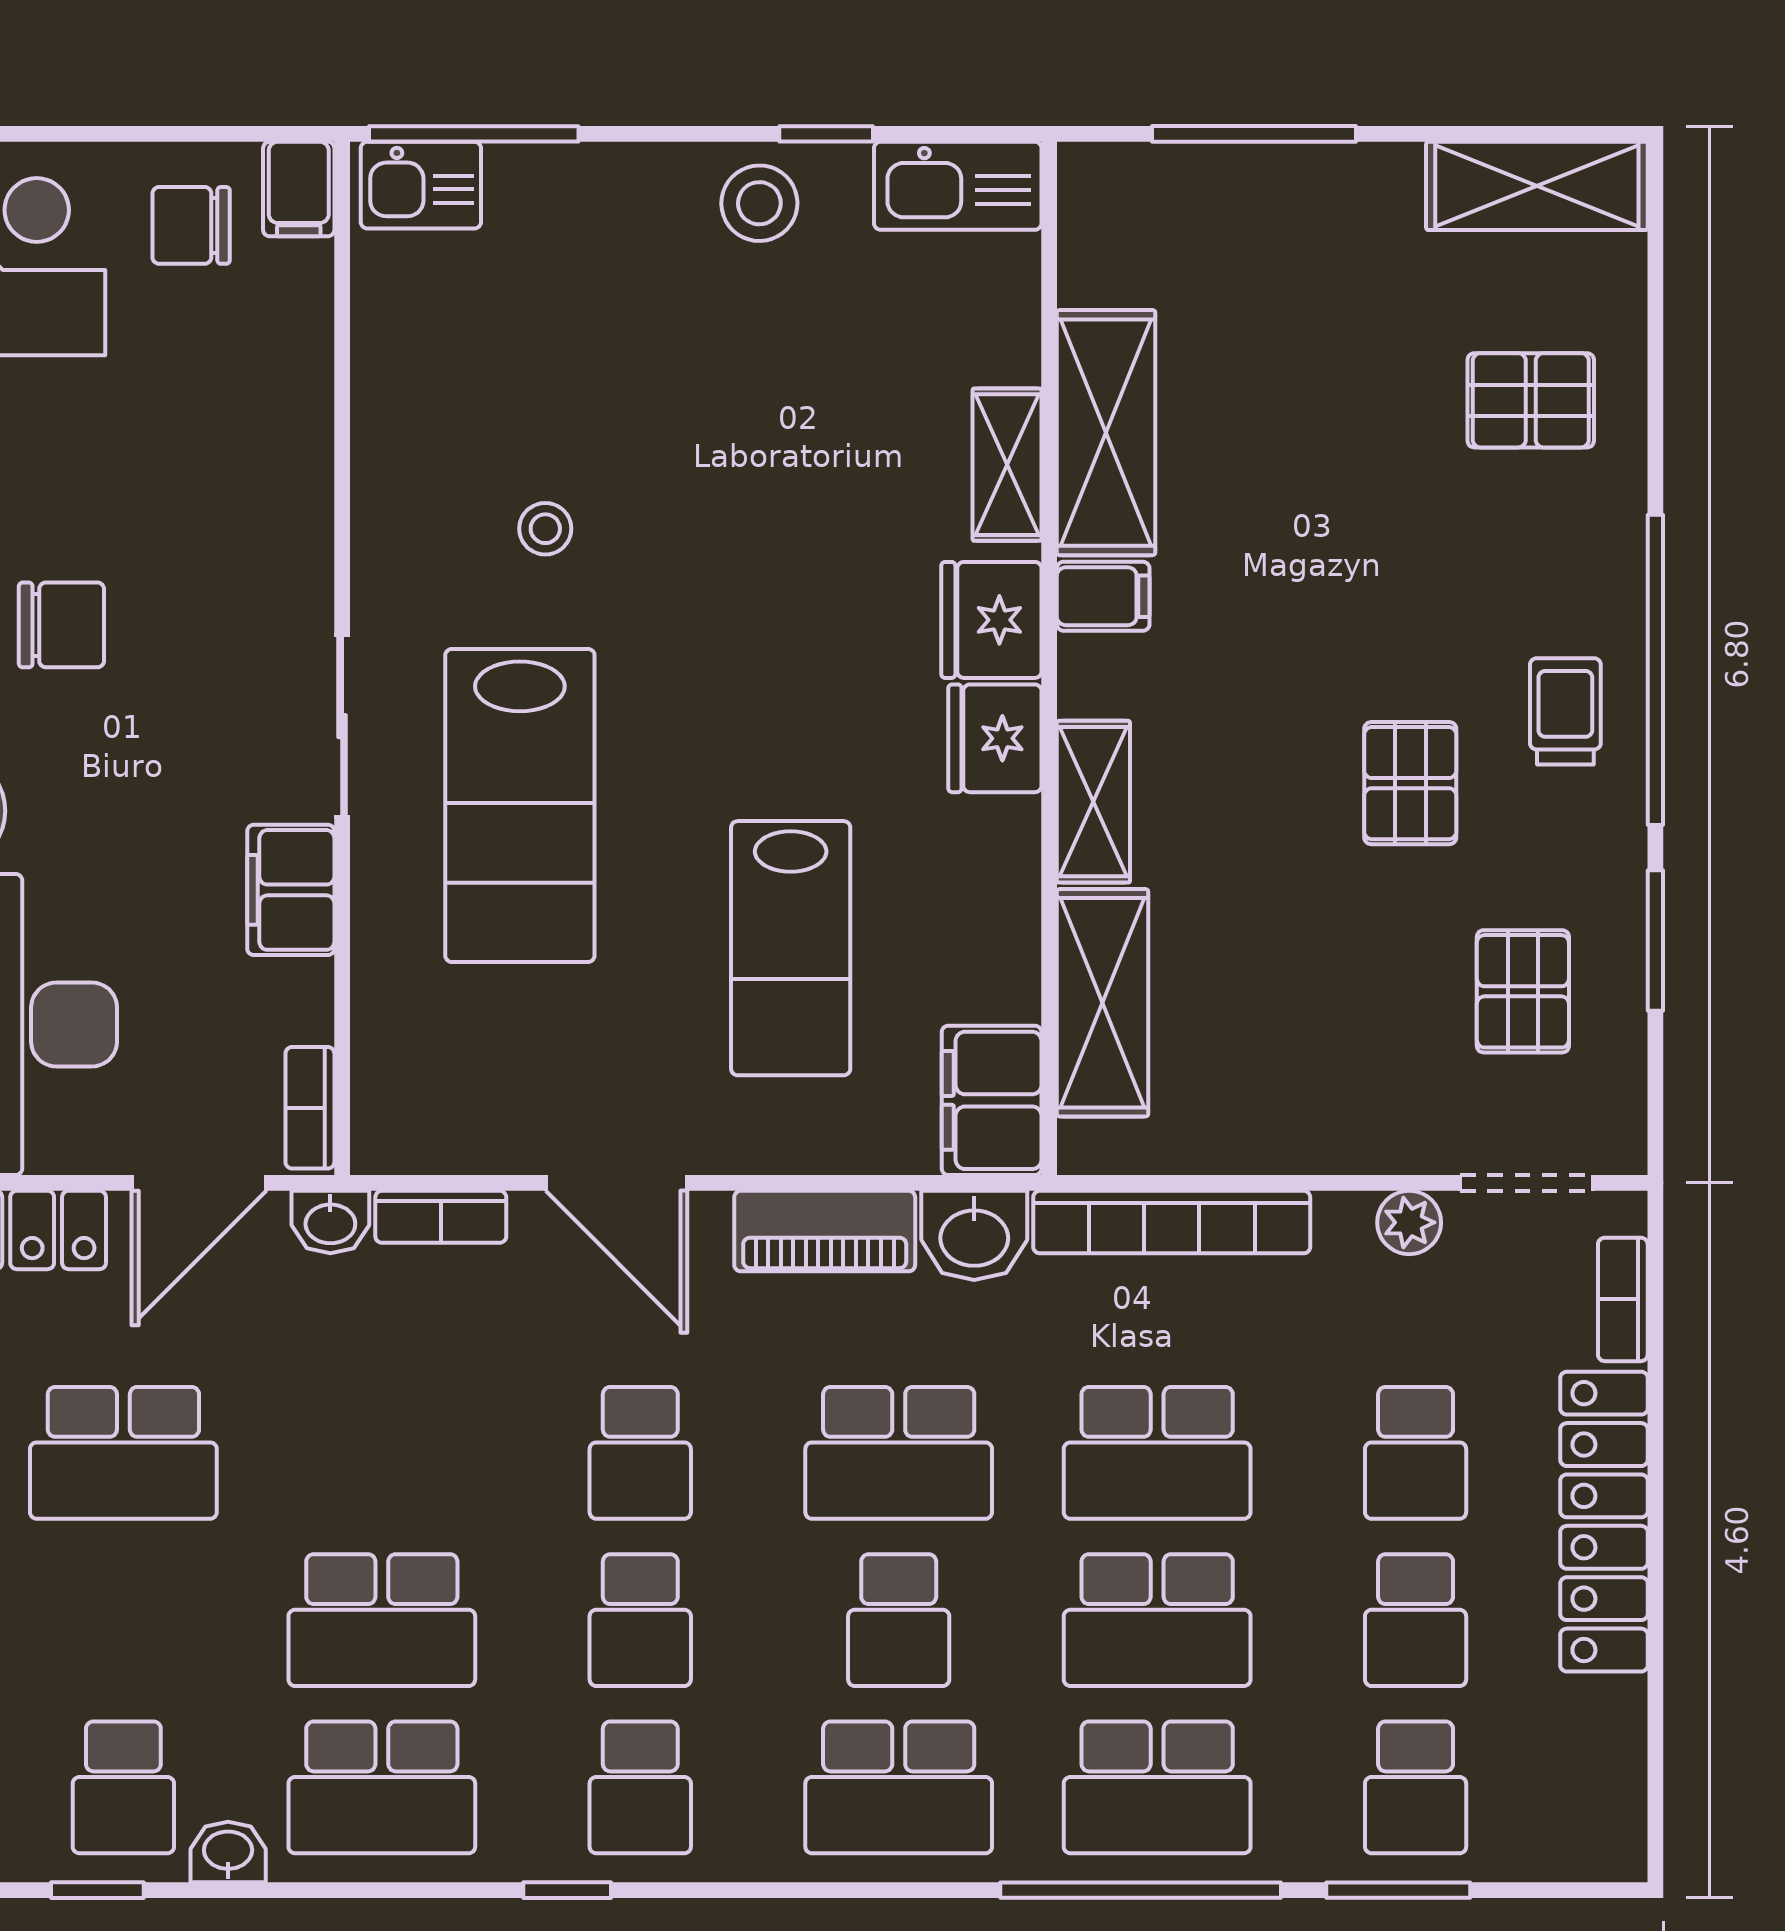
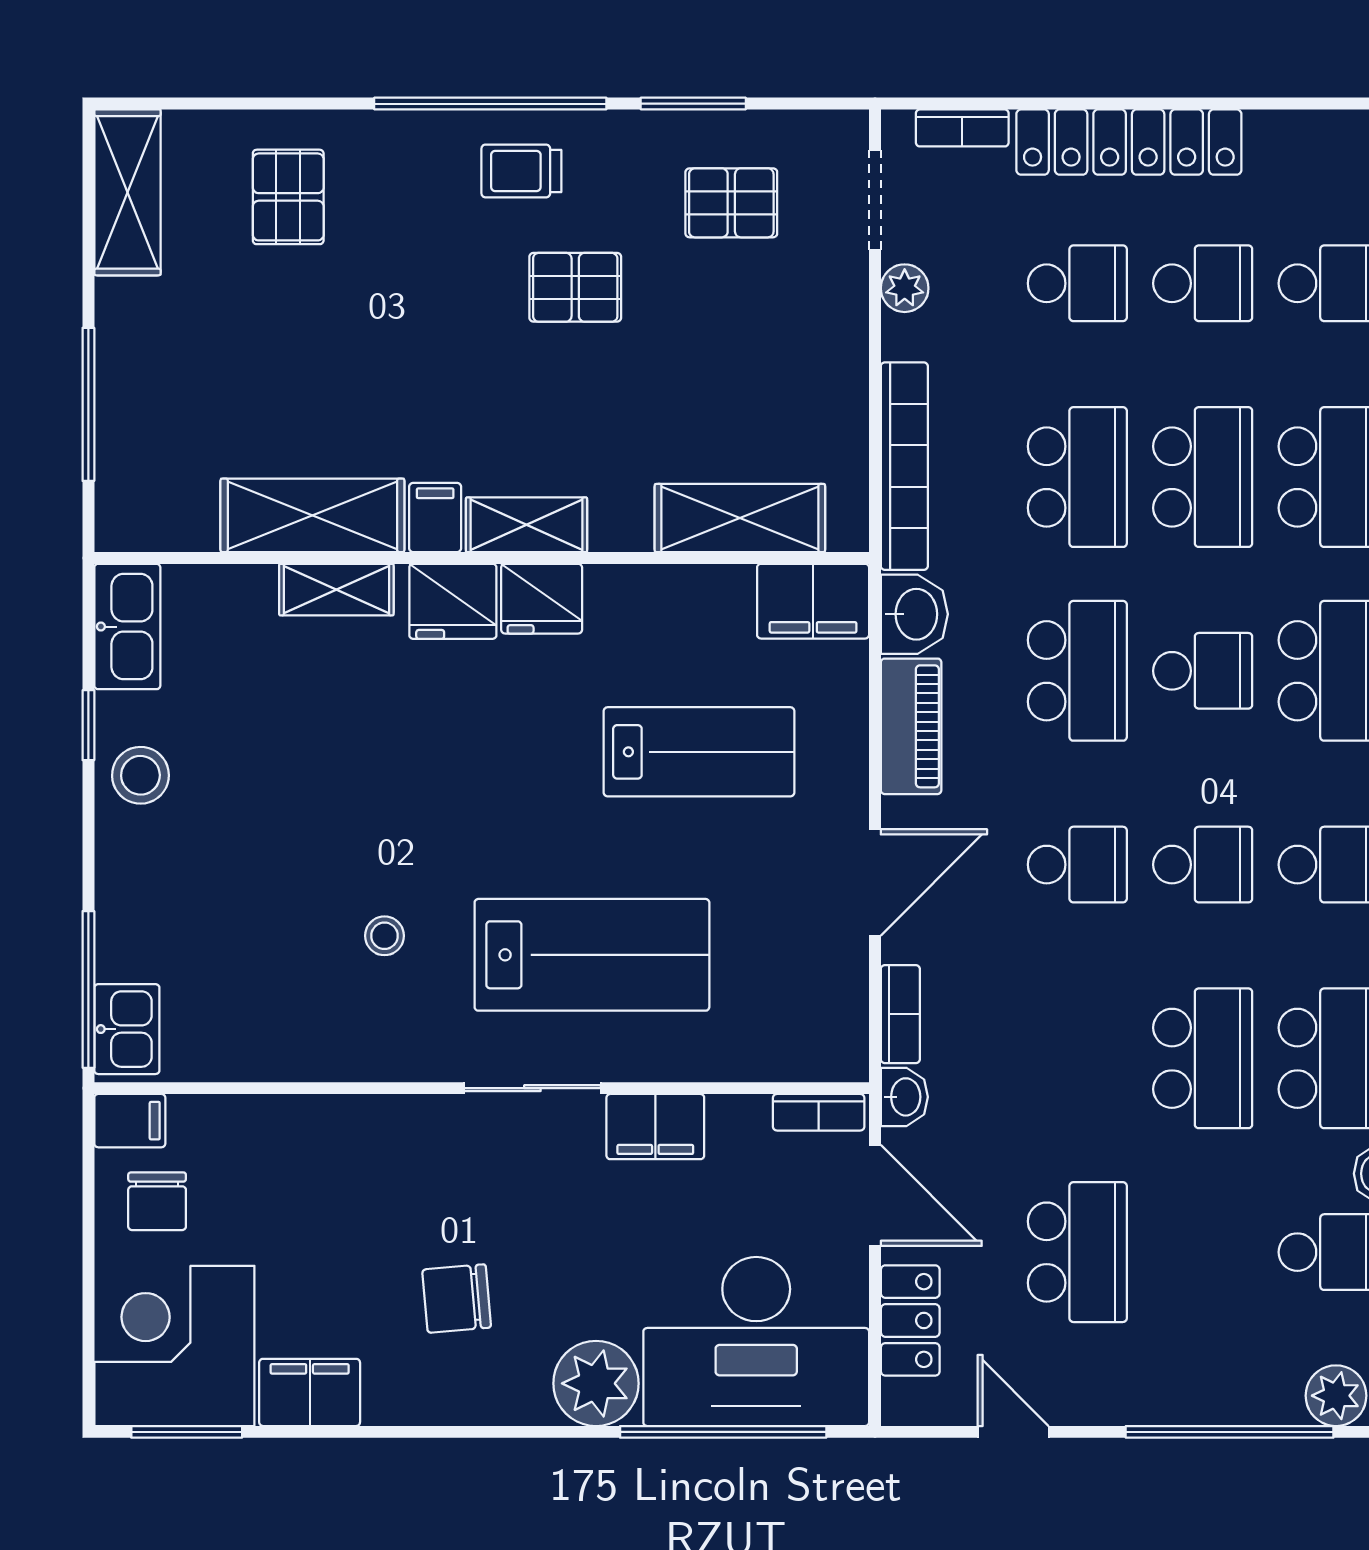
chair: (61, 625) -> (457, 1299), turned -95
shelving: (1093, 802) -> (526, 525), moved

